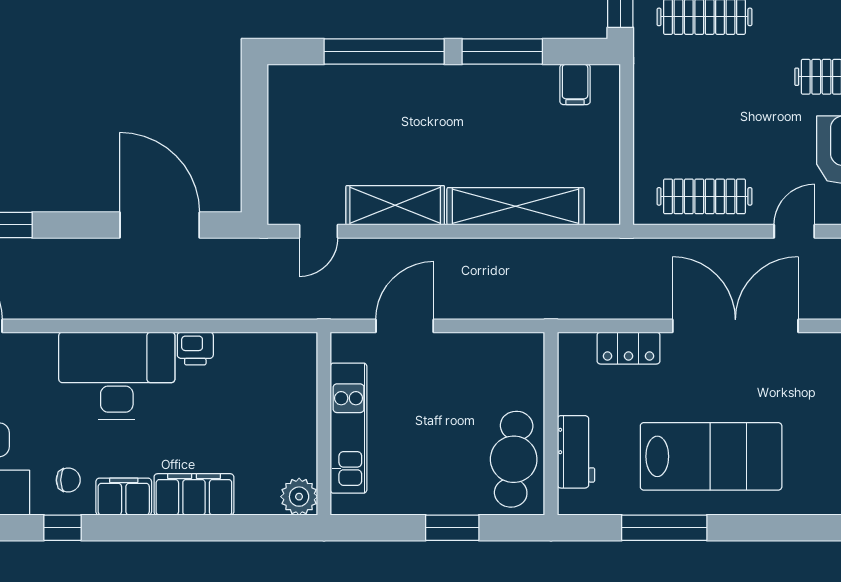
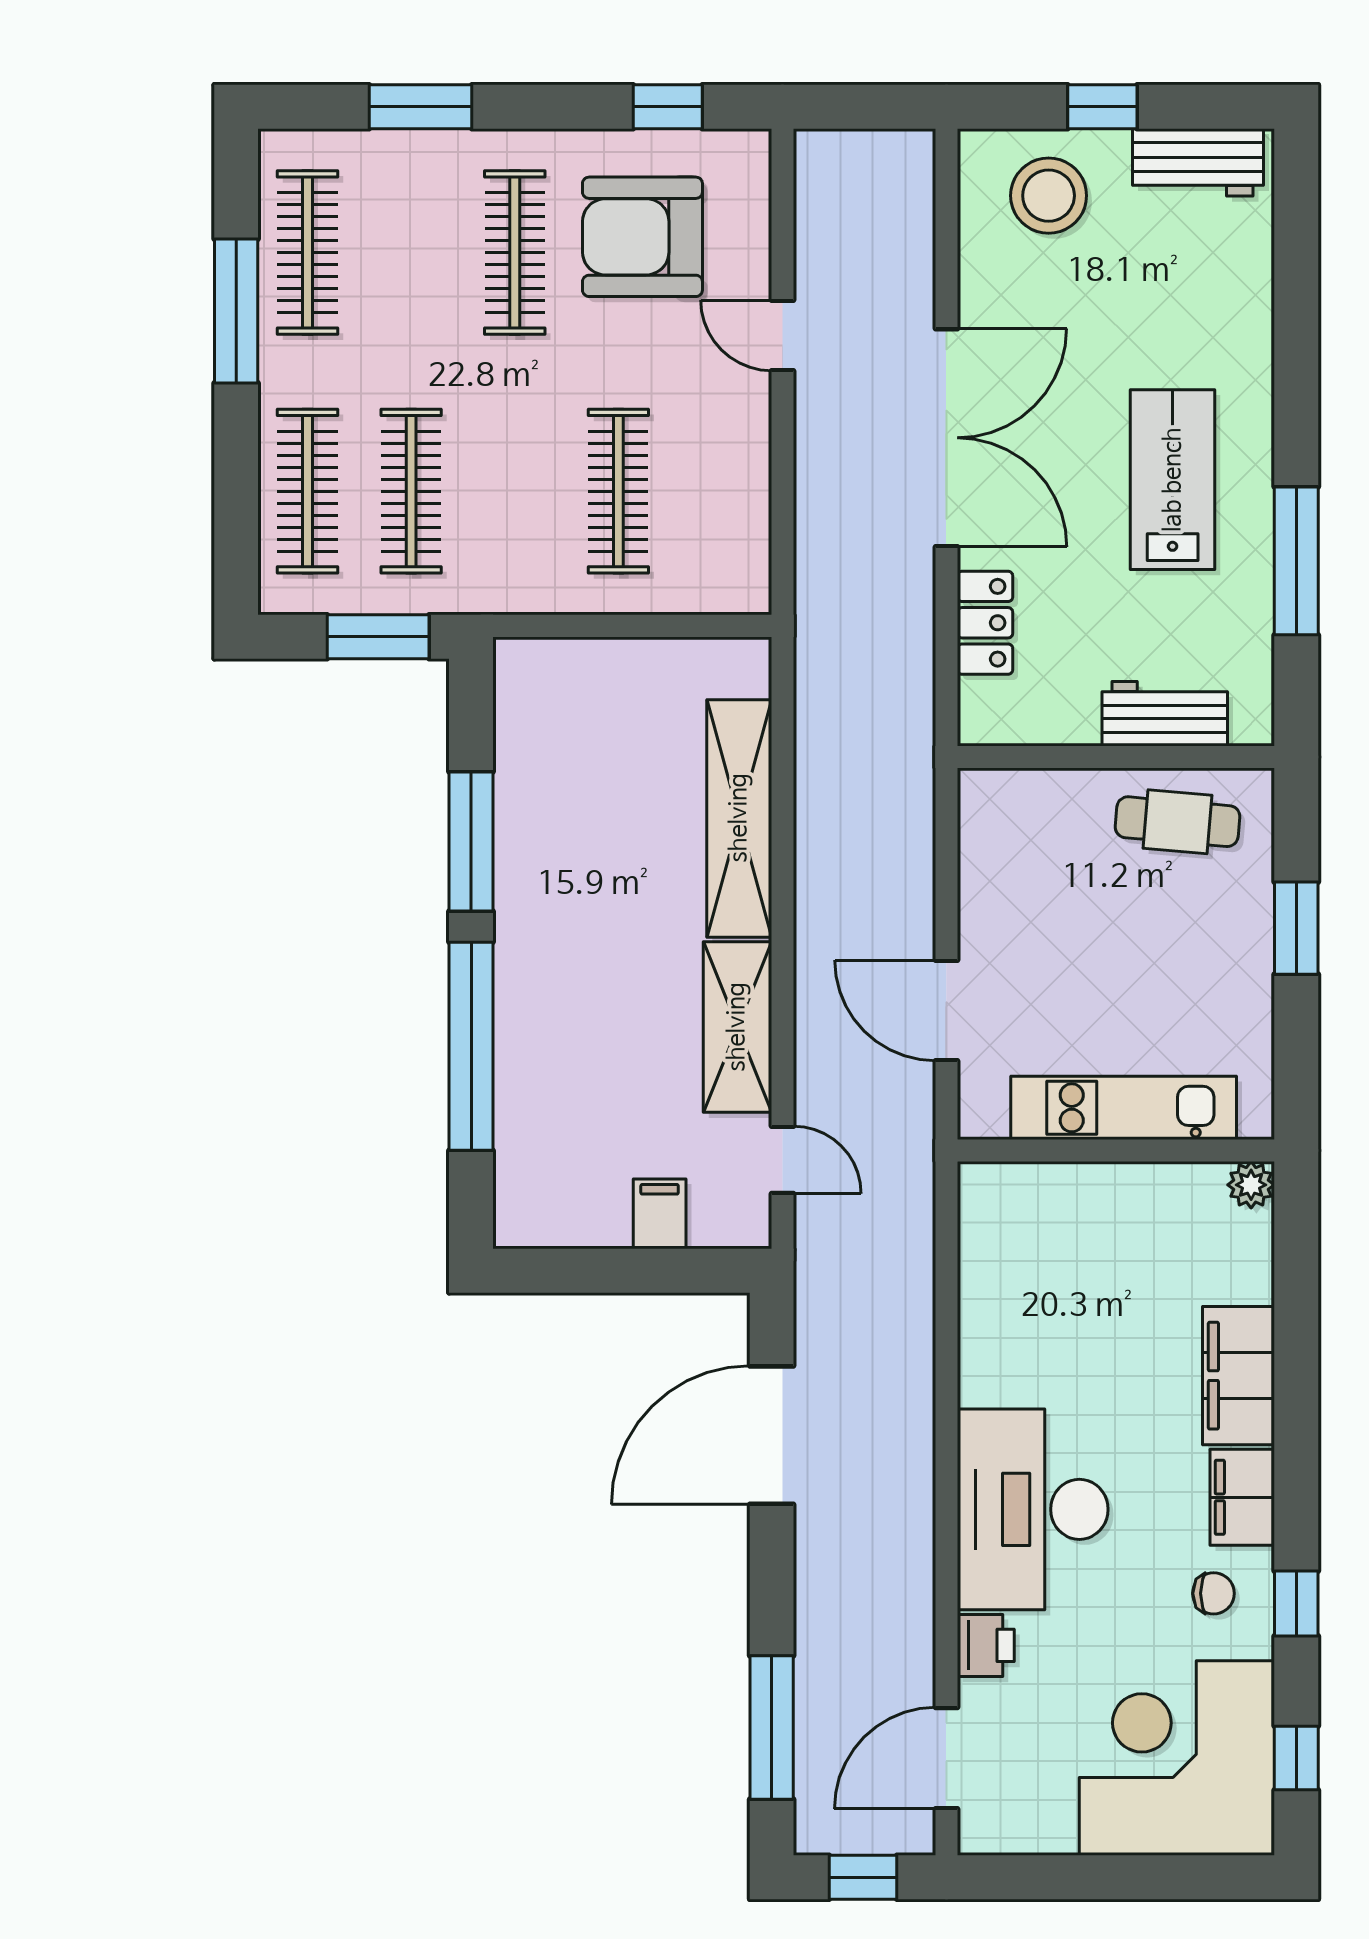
filing cabinet: (575, 84) -> (660, 1214), moved, turned -90
clothes rail: (704, 196) -> (618, 491), moved
double door: (735, 326) -> (946, 438), swing flipped
printer: (195, 349) -> (986, 1645), moved
lab bench: (711, 456) -> (1173, 480), width x0.73, depth x0.72
cafe table: (514, 459) -> (1178, 822), width x0.73, depth x0.74
chair: (68, 480) -> (1214, 1593), turned 90
plant: (299, 497) -> (1251, 1185), width x0.73, depth x0.73

